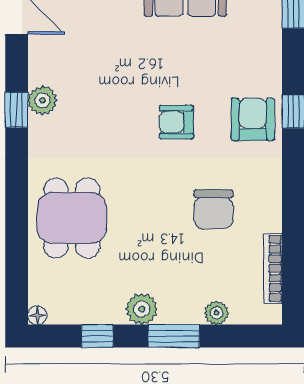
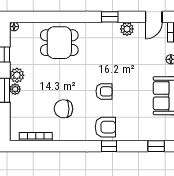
plant: (42, 100) -> (127, 29), moved
armchair: (176, 122) -> (104, 91), turned 90
plant: (216, 313) -> (15, 89), moved

